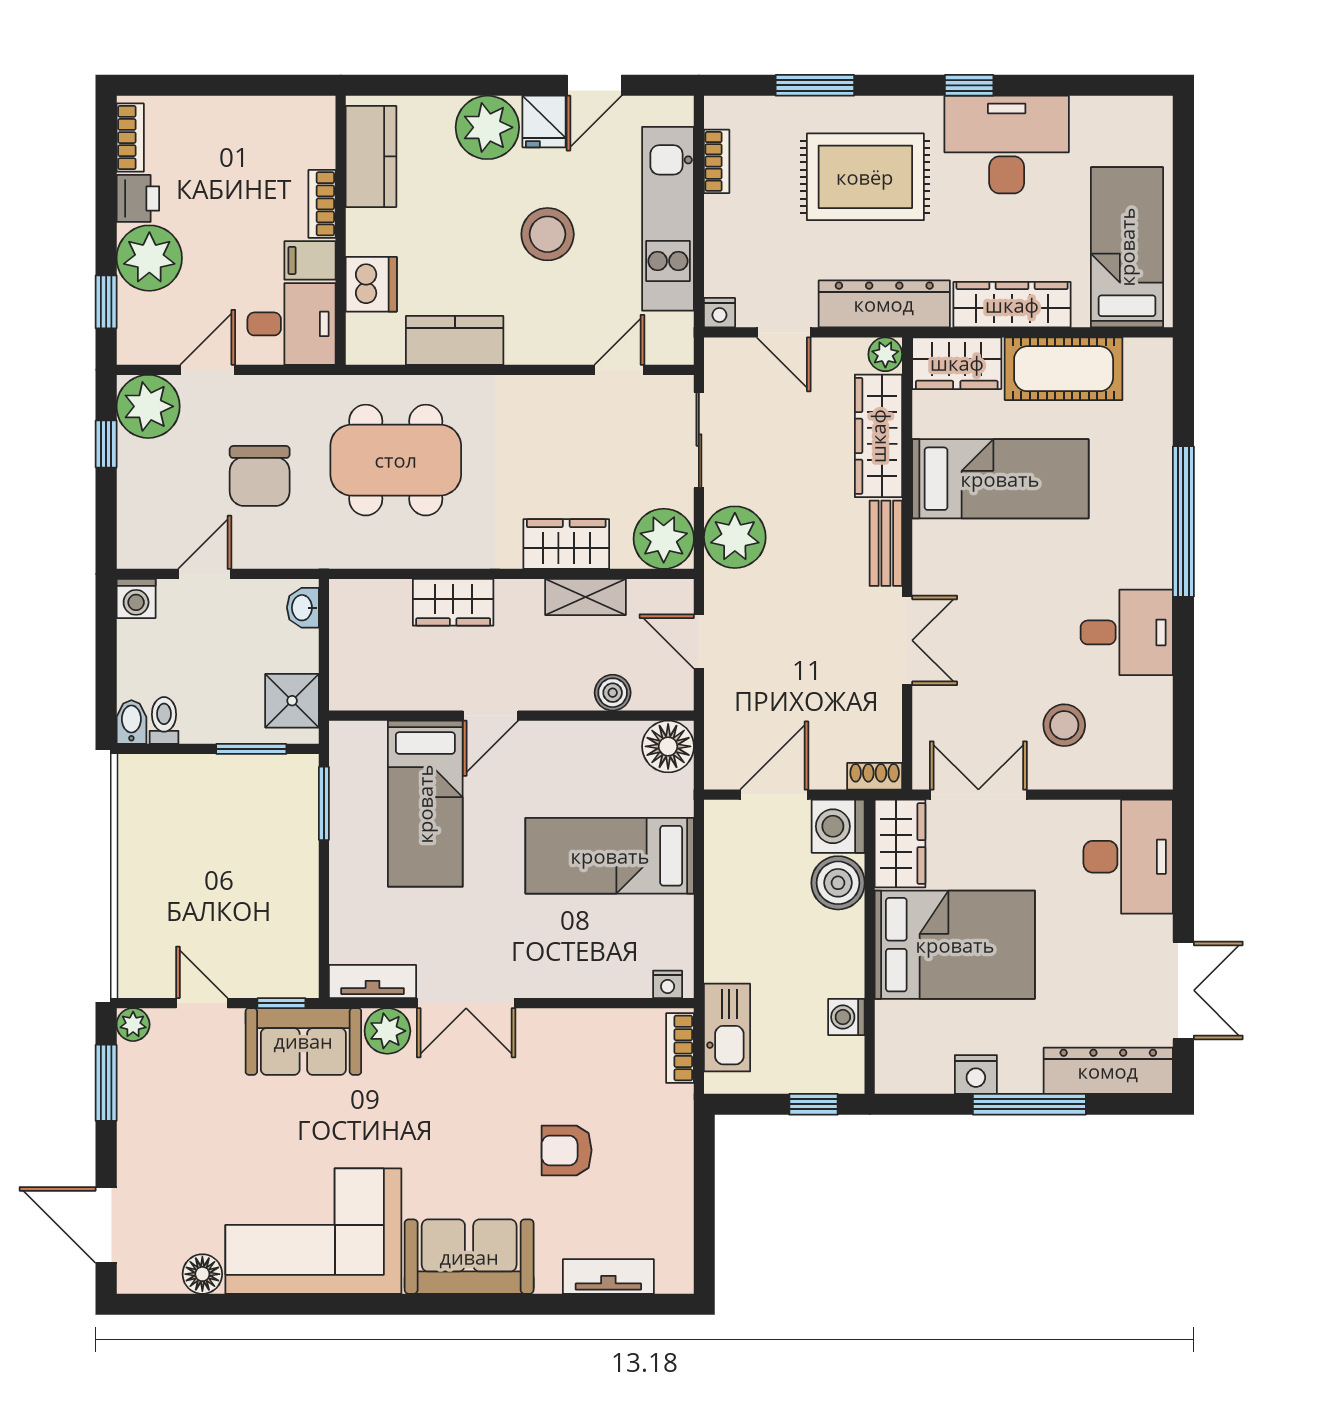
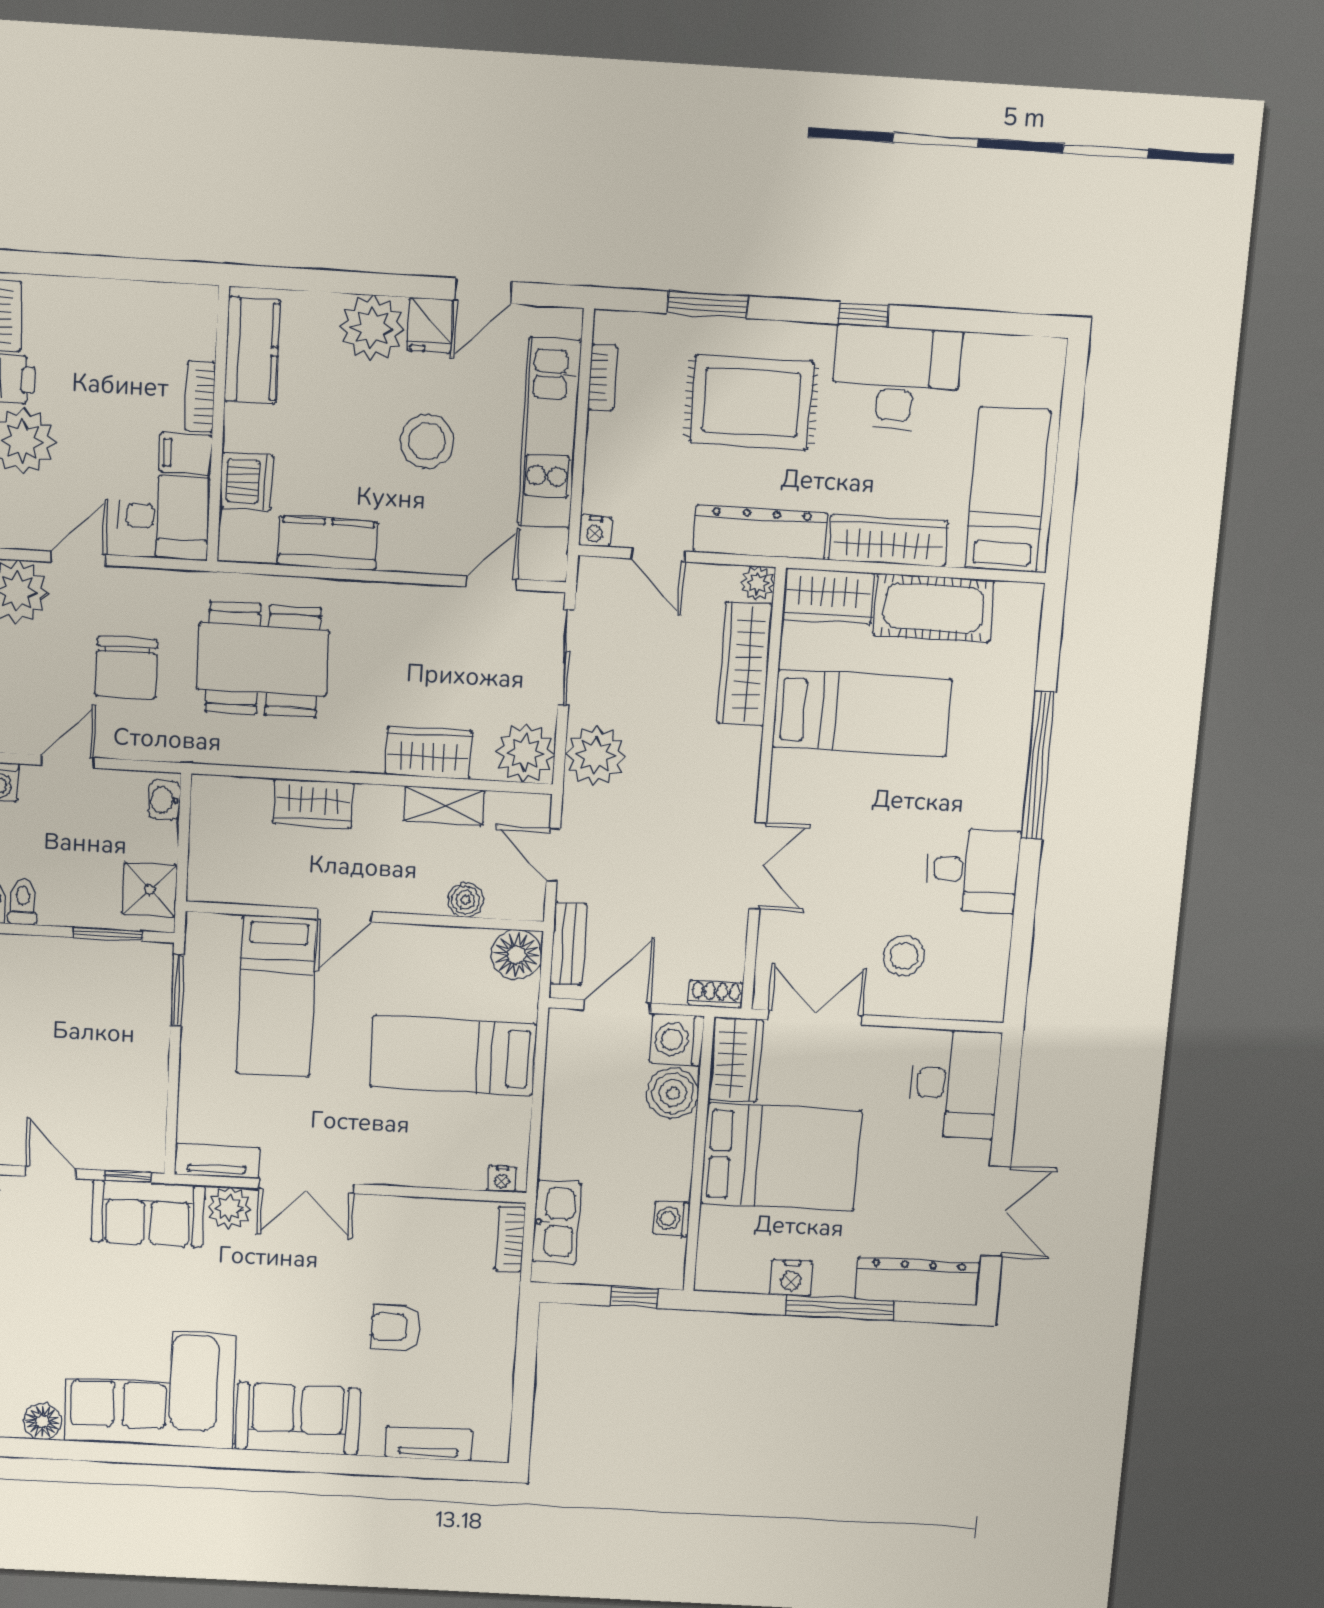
bench: (886, 543) -> (568, 944), moved

